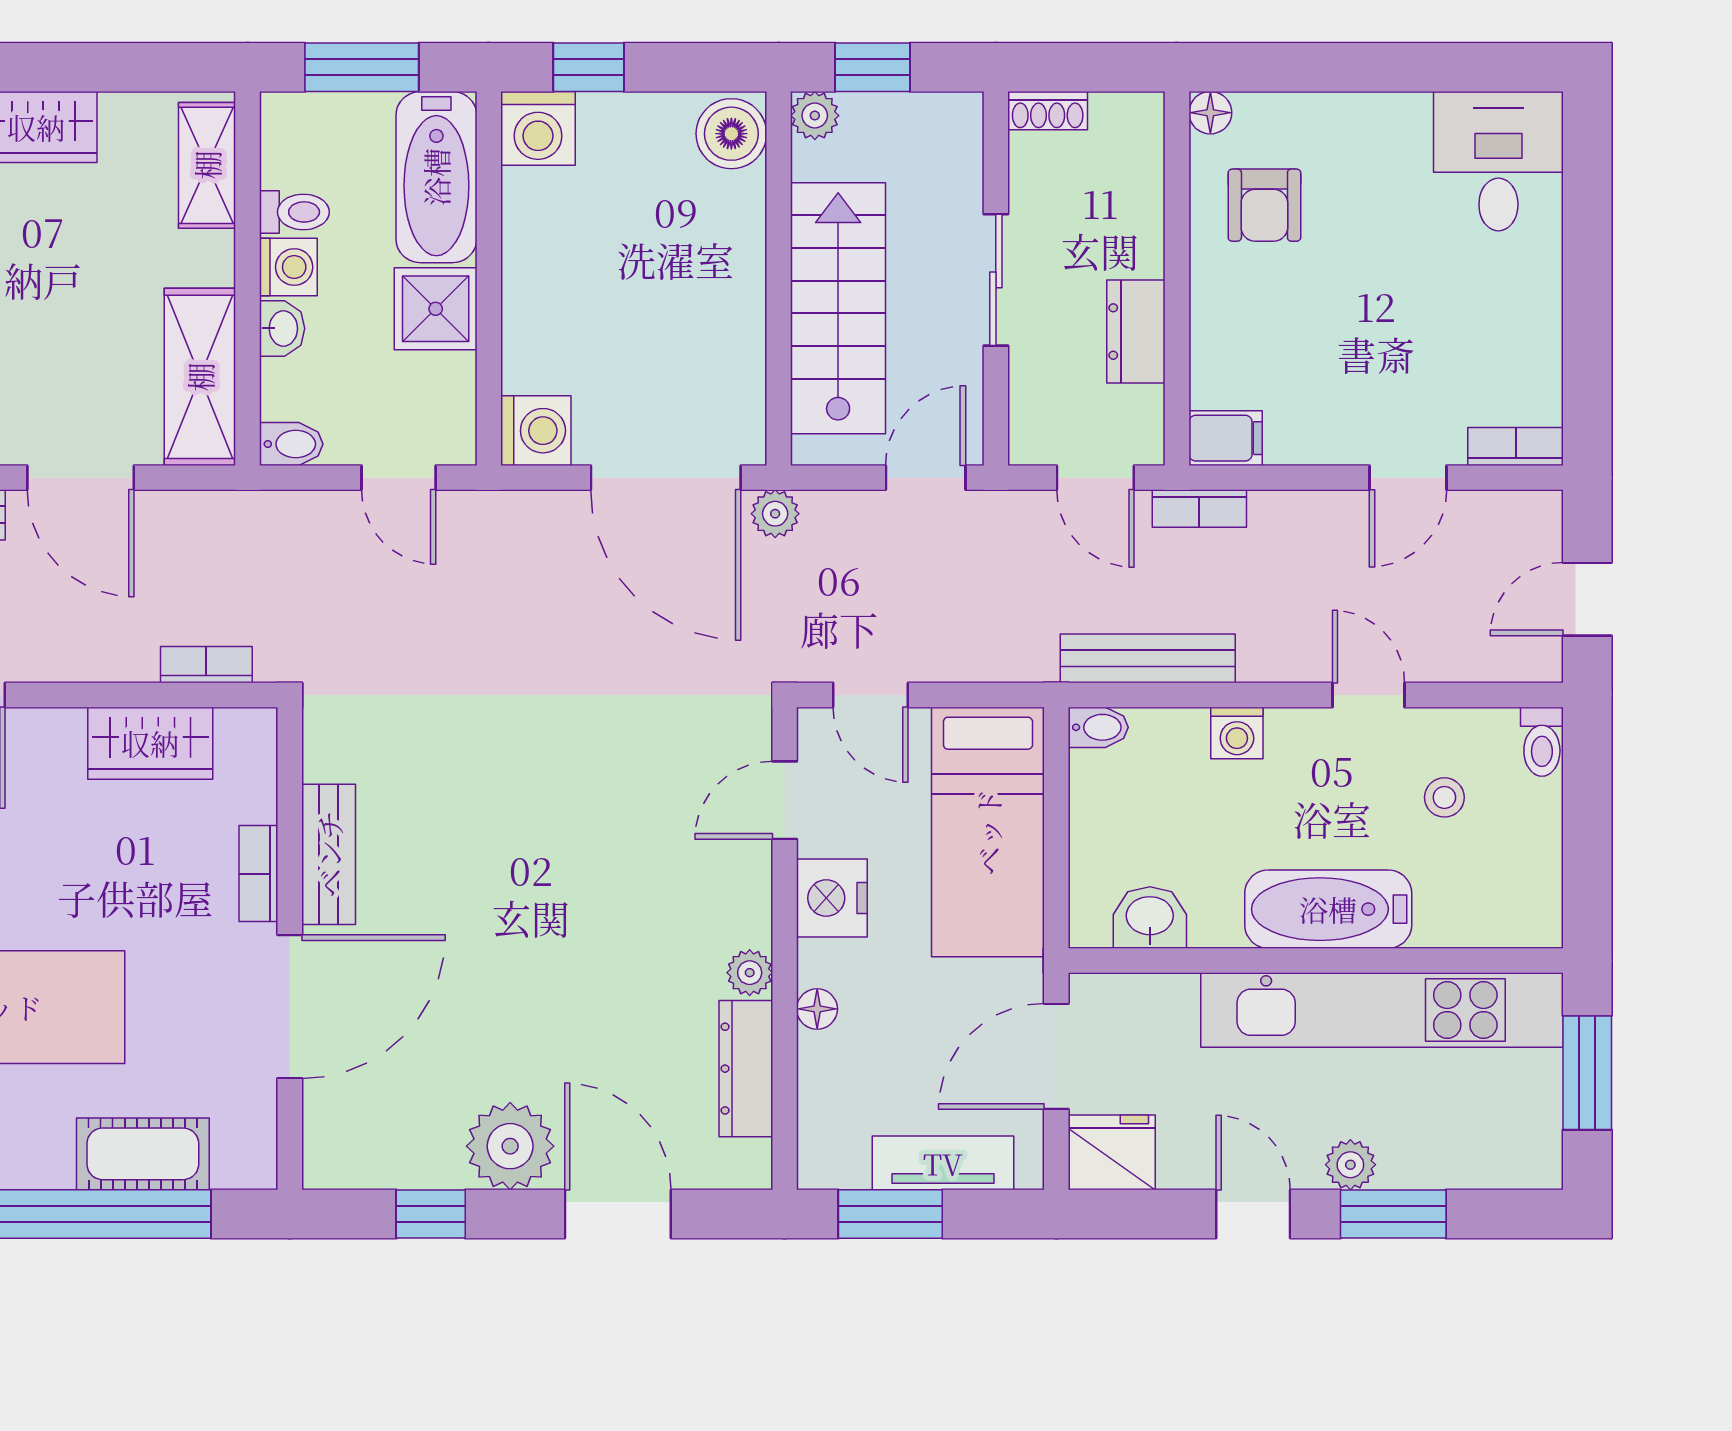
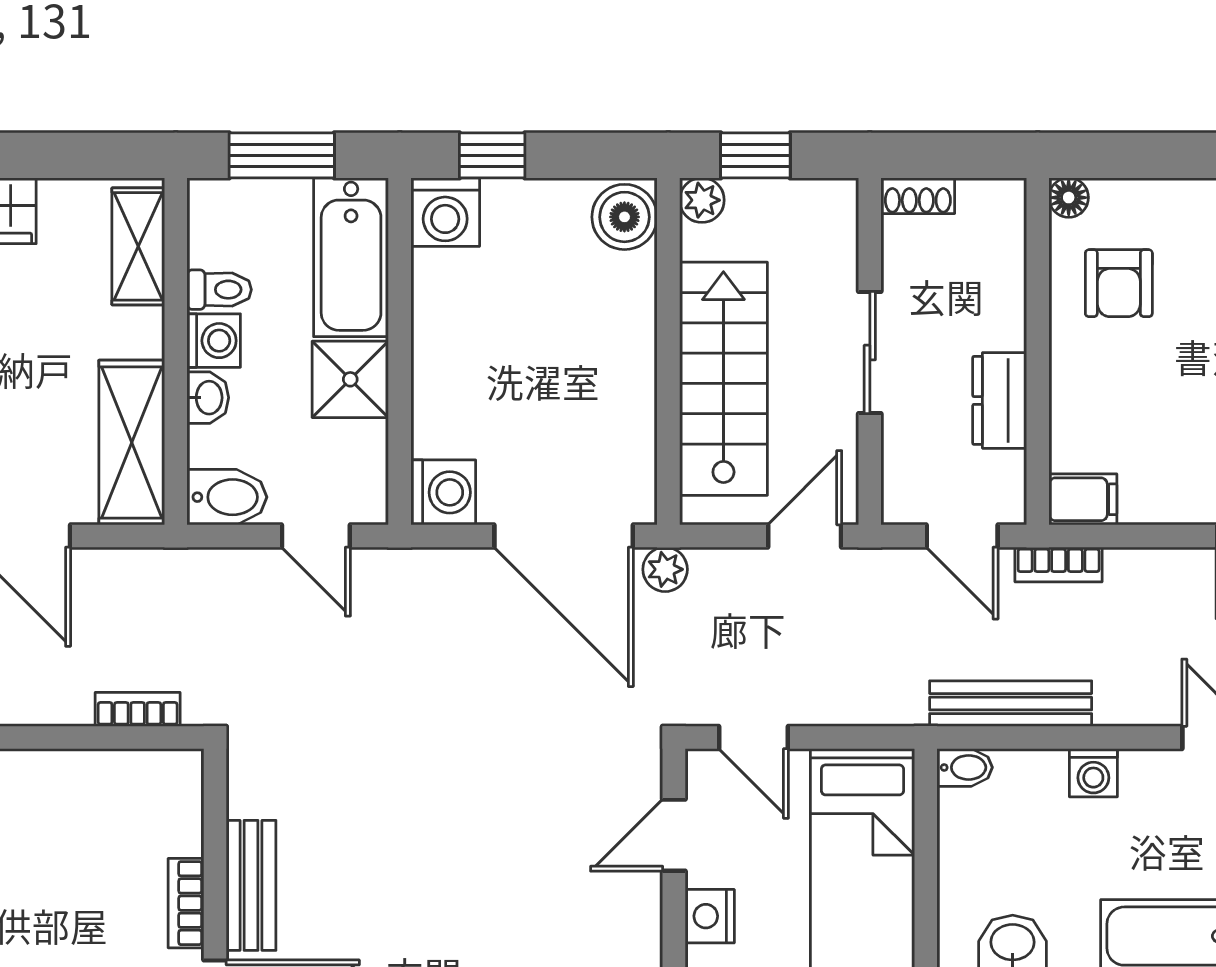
bidet: (291, 444) -> (227, 497), width x1.38, depth x1.36
wardrobe: (150, 743) -> (86, 782), removed
nightstand: (832, 898) -> (710, 916), width x0.74, depth x0.75

